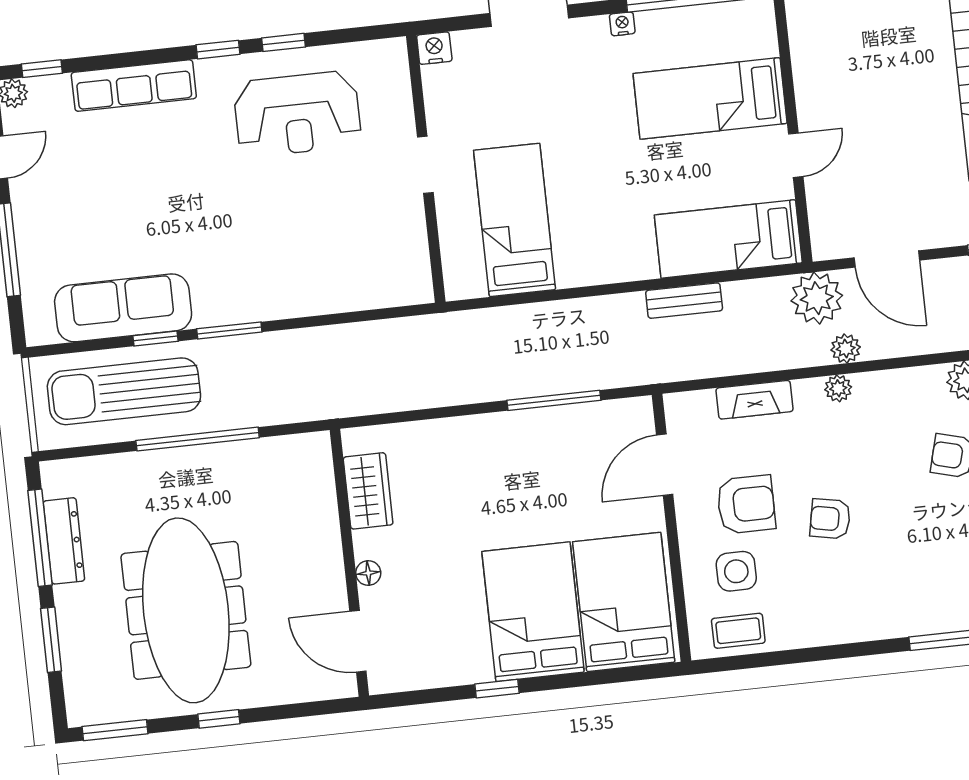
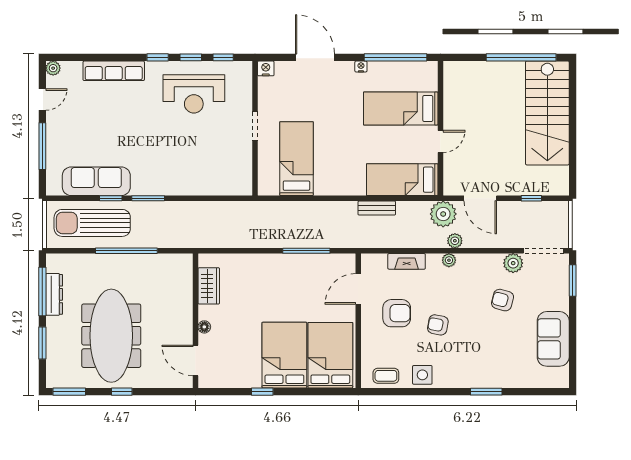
window: (42, 69) -> (223, 57), moved
side table: (736, 571) -> (422, 375), moved

